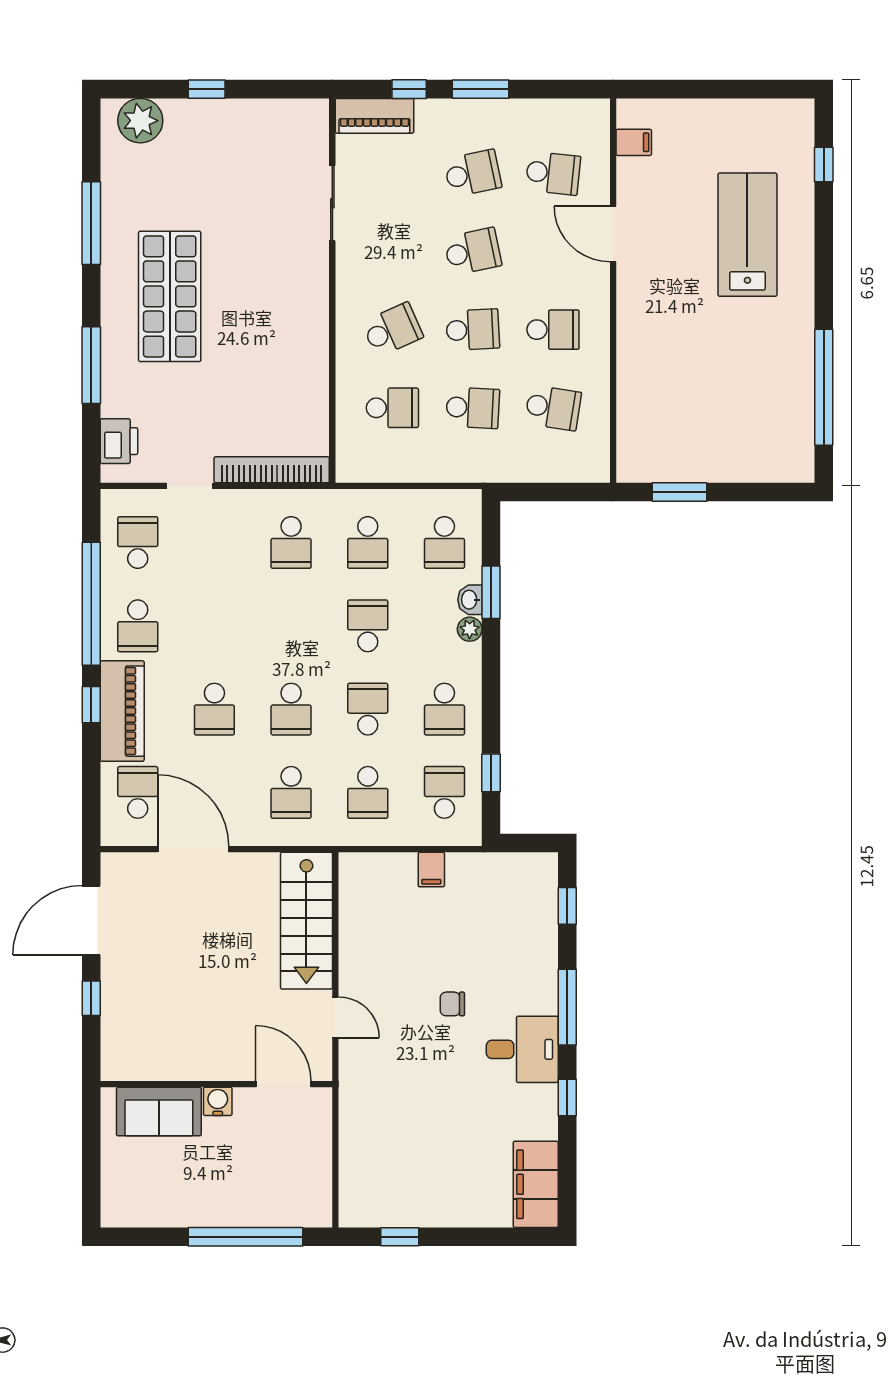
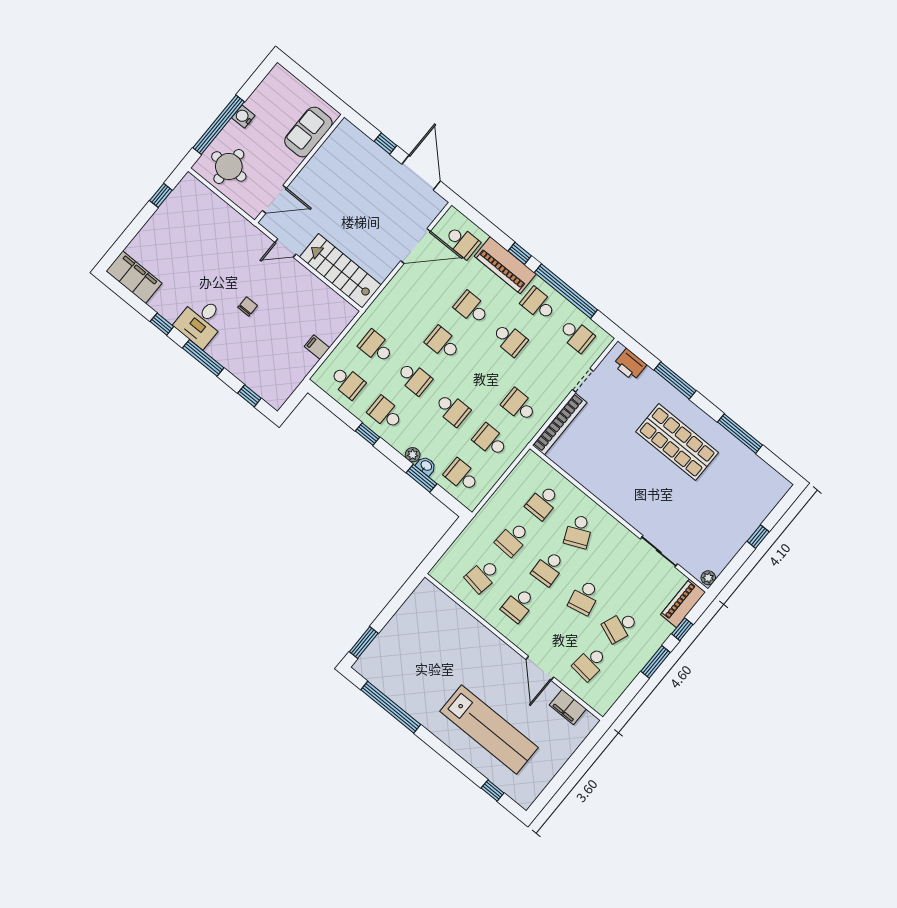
plant: (140, 121) -> (708, 578), moved, width x0.53, depth x0.53
filing cabinet: (634, 142) -> (568, 707), width x2.00
school desk: (473, 173) -> (620, 627), turned 33
door: (613, 234) -> (540, 668), swing flipped
lab bench: (747, 235) -> (489, 729), width x1.36
window: (679, 492) -> (364, 642), moved
window: (491, 773) -> (368, 434), moved
school desk: (291, 792) -> (510, 339), moved, turned 180
water cooler: (218, 1101) -> (243, 117), moved, turned 180
round table: (289, 1179) -> (229, 166), added

